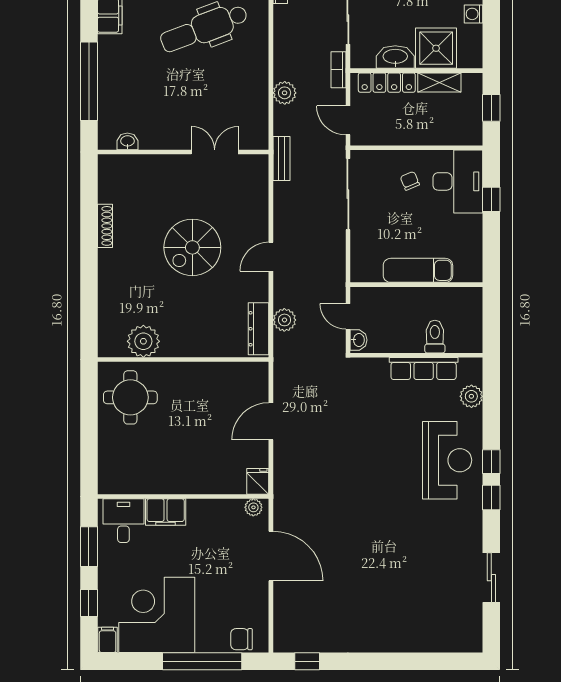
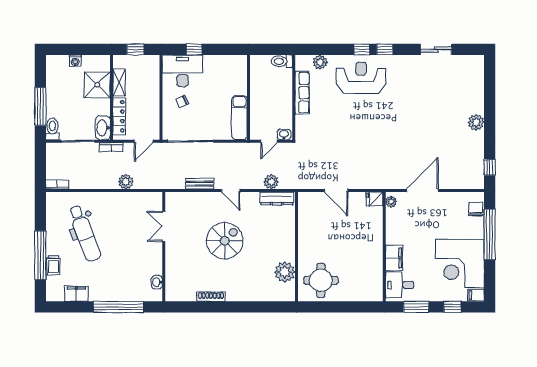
washbasin: (395, 57) -> (103, 128), moved
bench: (281, 158) -> (200, 184), moved
spiral stairs: (192, 247) -> (225, 241), turned -90
exam couch: (418, 270) -> (239, 118), moved
toilet: (435, 337) -> (282, 61), moved
chair: (242, 639) -> (476, 209), turned 180
plant: (377, 640) -> (476, 122), added

